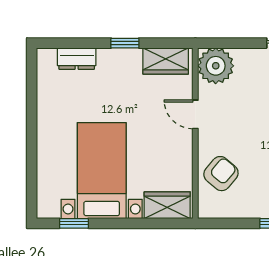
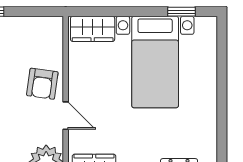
armchair: (221, 174) -> (42, 84), moved, turned -32

